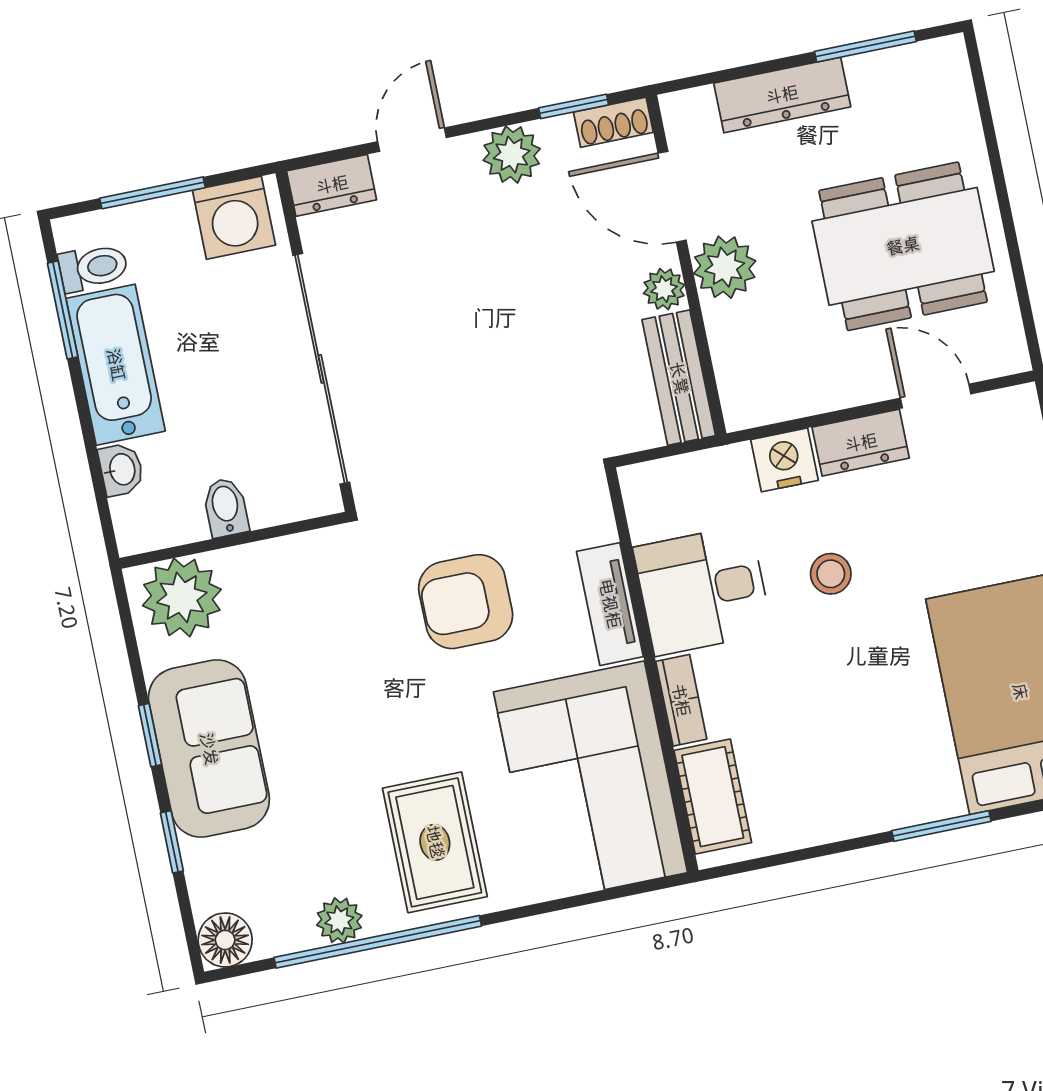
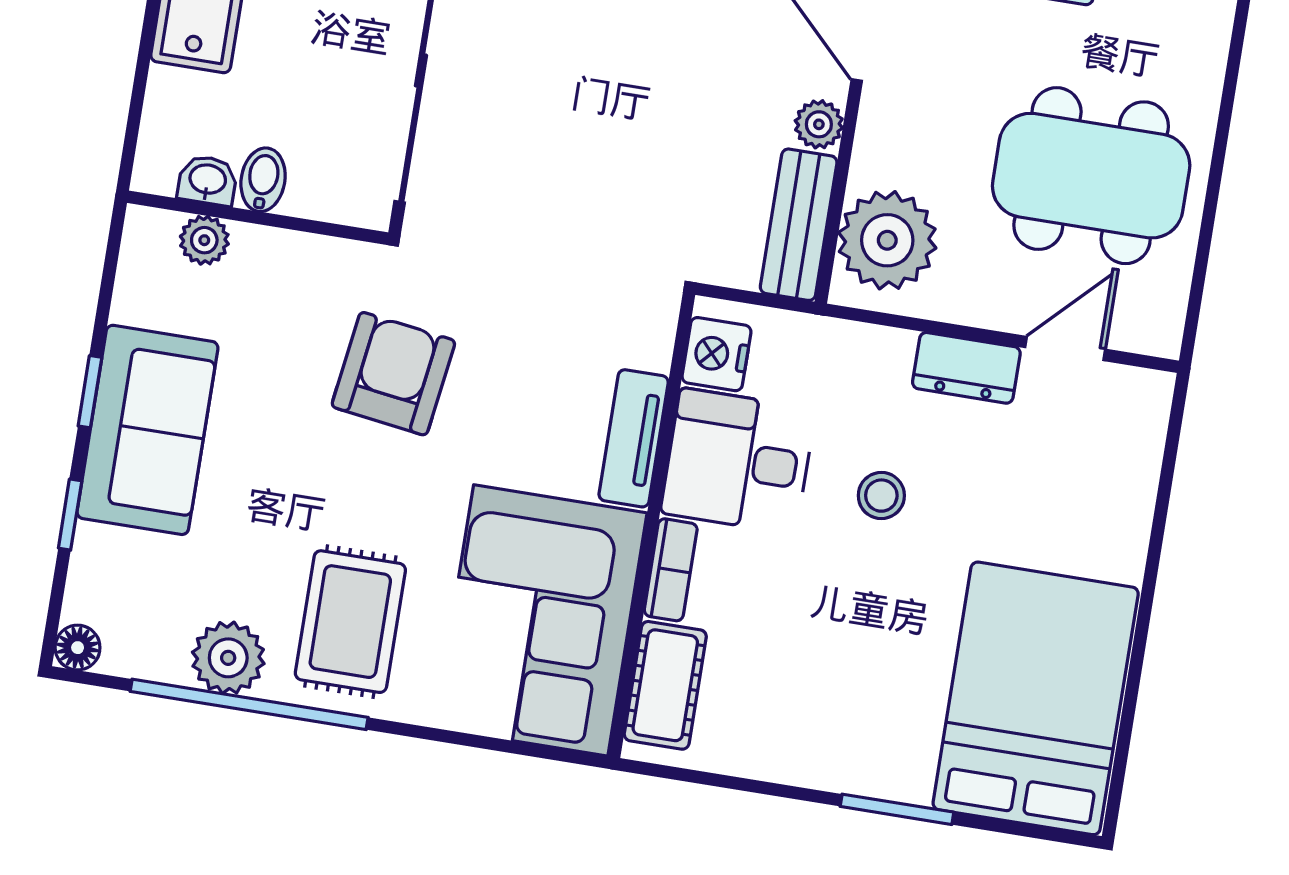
plant: (725, 267) -> (887, 240), moved, width x1.36, depth x1.36
door: (936, 396) -> (1065, 348), hinge flipped
nightstand: (785, 460) -> (717, 354), moved, turned -90
washbasin: (121, 470) -> (208, 180), moved, turned -90
plant: (182, 597) -> (204, 240), width x0.53, depth x0.53
armchair: (466, 602) -> (393, 374), moved, turned 98
plant: (339, 920) -> (228, 658), width x1.38, depth x1.38
floor lamp: (225, 940) -> (78, 648), width x0.73, depth x0.73

